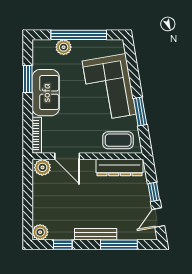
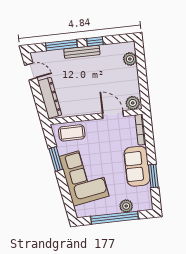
dresser: (120, 168) -> (50, 98), moved, turned 80
window: (154, 192) -> (37, 93), removed
door: (158, 218) -> (31, 72), hinge flipped
plant: (40, 232) -> (130, 59), moved
window: (63, 245) -> (95, 41), moved

